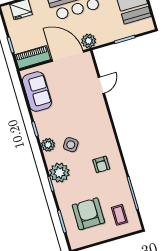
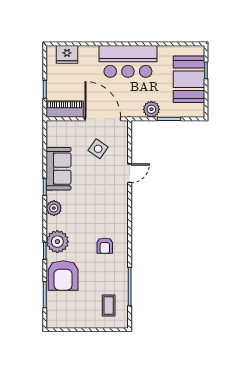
plant: (89, 41) -> (151, 109), moved
door: (101, 85) -> (130, 173), moved
sofa: (37, 92) -> (58, 169), moved
side table: (71, 145) -> (98, 149), moved
armchair: (88, 214) -> (63, 276), moved, turned 180

